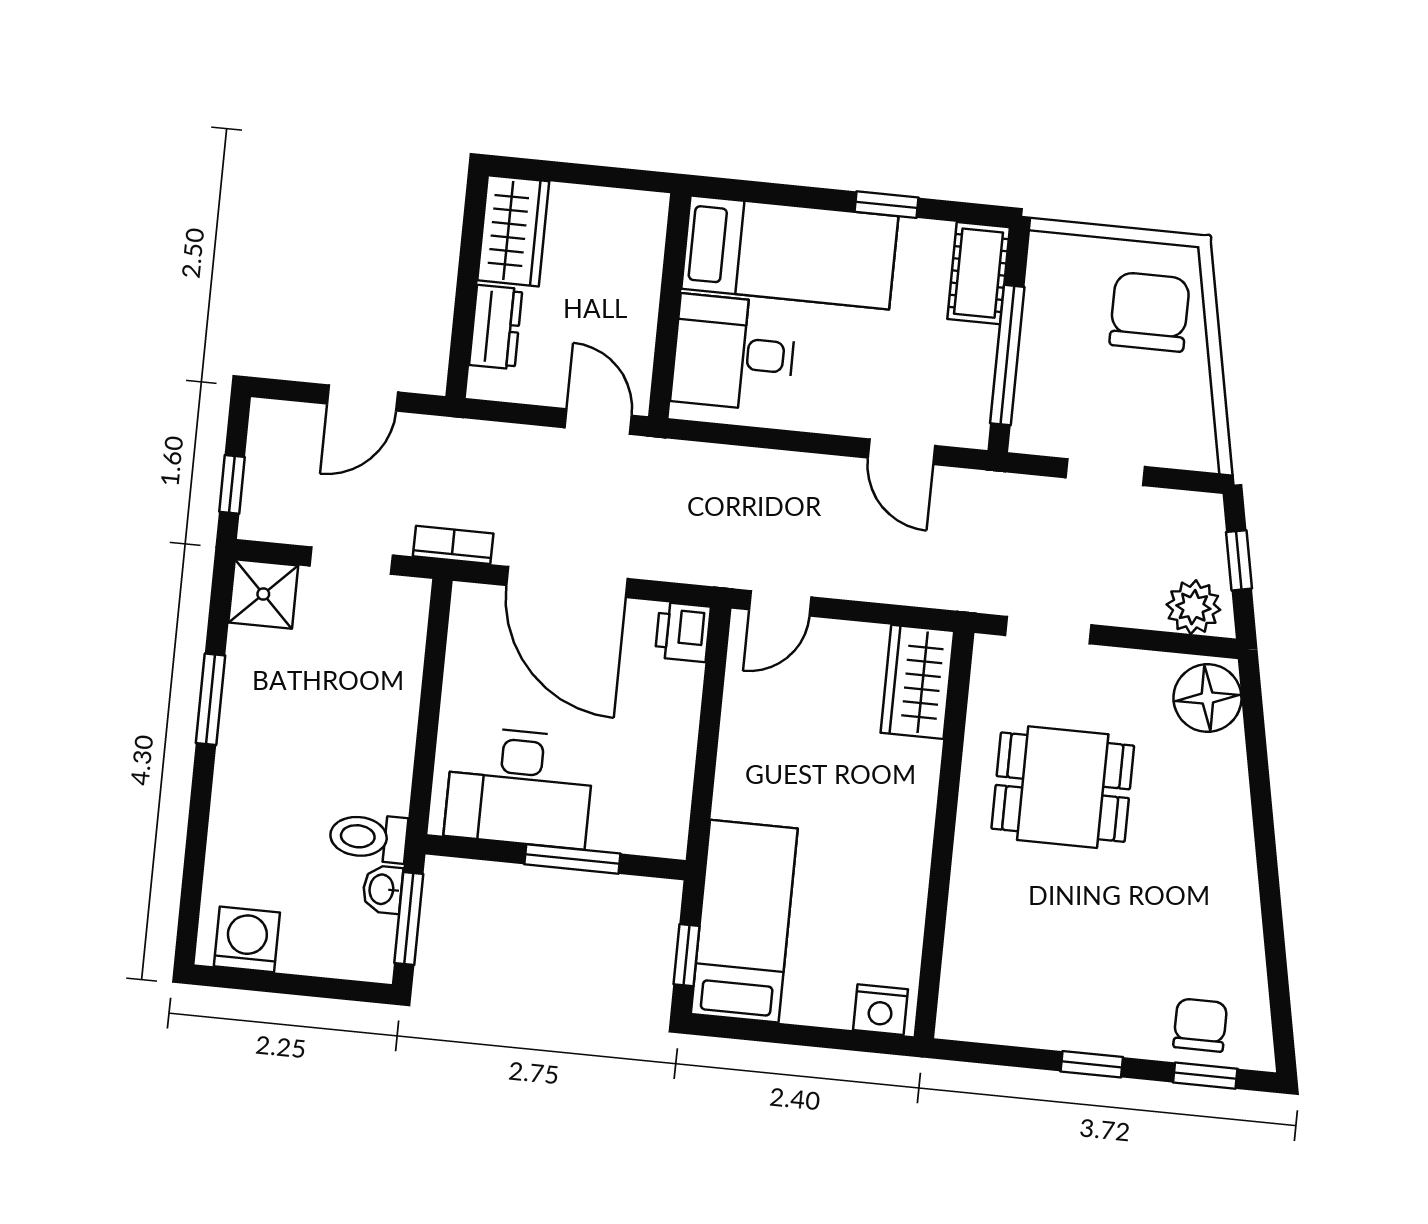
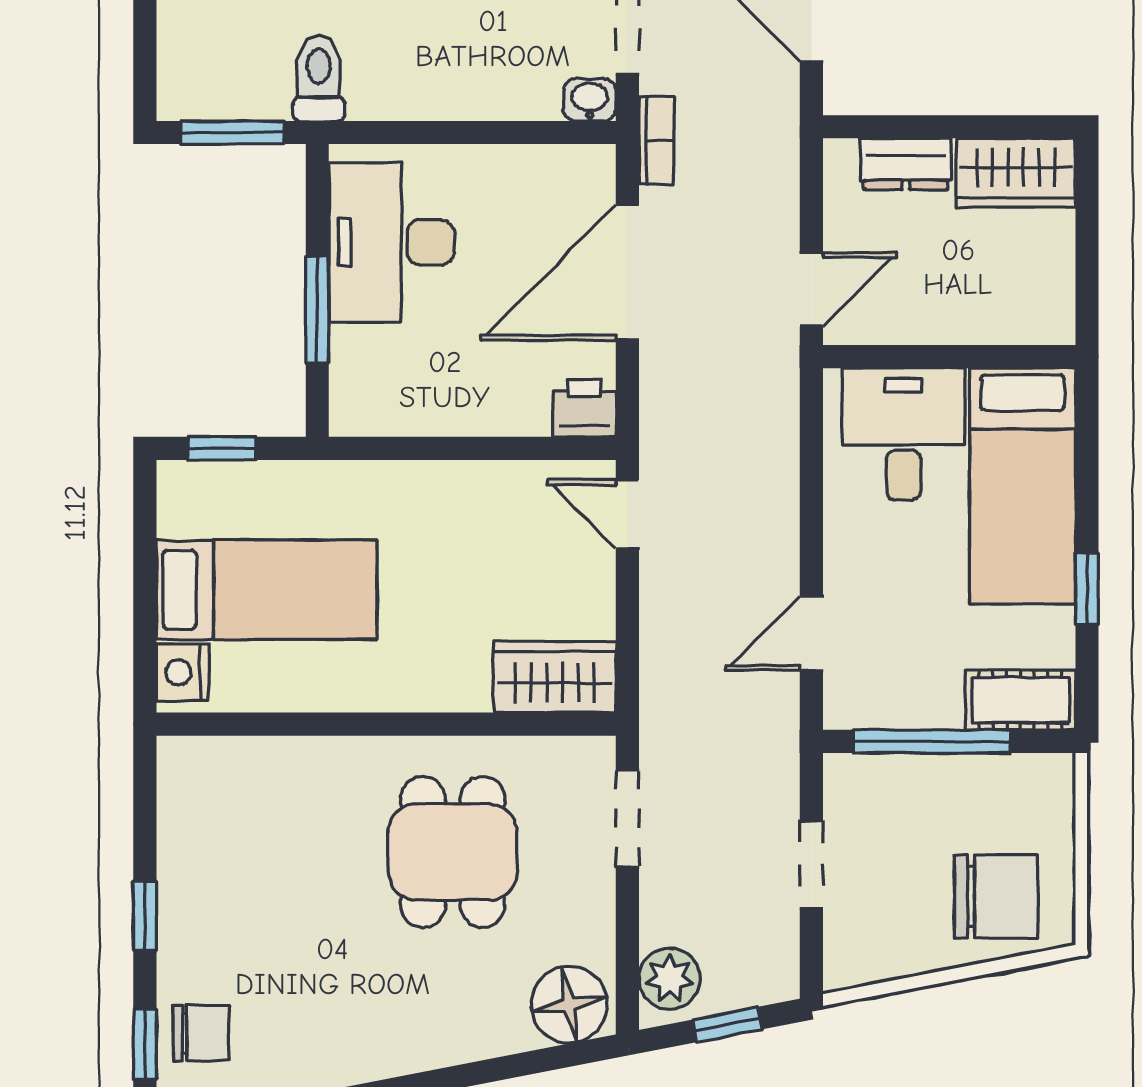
washbasin: (382, 889) -> (590, 100), moved
bed: (744, 921) -> (267, 590), moved

